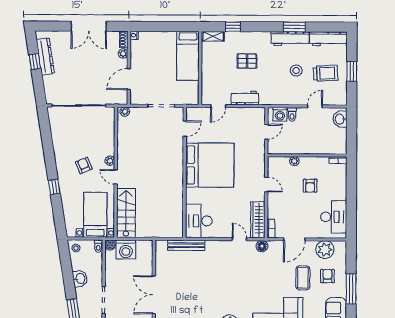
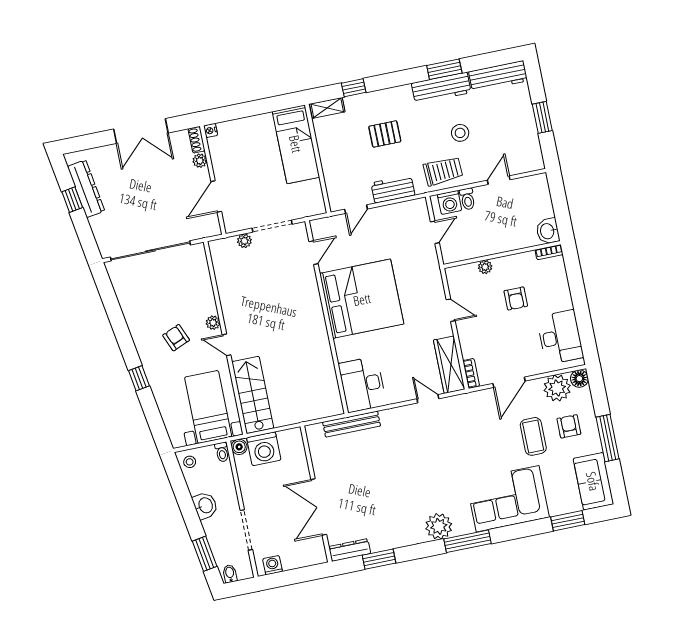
trolley: (326, 73) -> (443, 171), moved
plant: (125, 112) -> (244, 241), moved
washbasin: (340, 119) -> (548, 231), moved
floor lamp: (262, 246) -> (579, 379), moved

